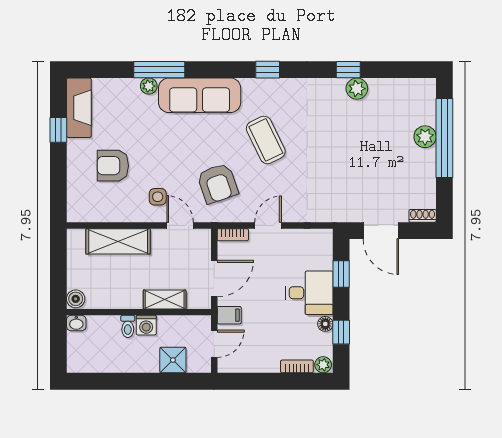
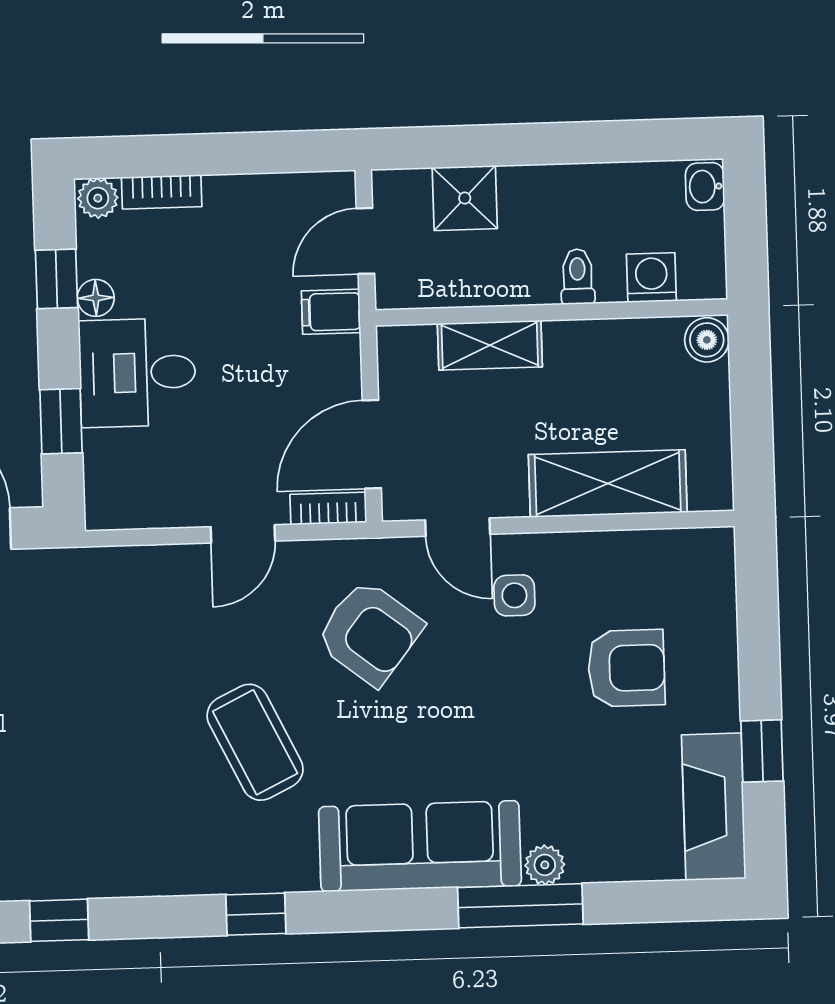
plant: (357, 89) -> (37, 875), removed
armchair: (218, 183) -> (369, 633), turned 147
door: (214, 279) -> (372, 444), moved
washbasin: (76, 323) -> (705, 187), moved, turned -90
washing machine: (146, 325) -> (651, 277), moved

